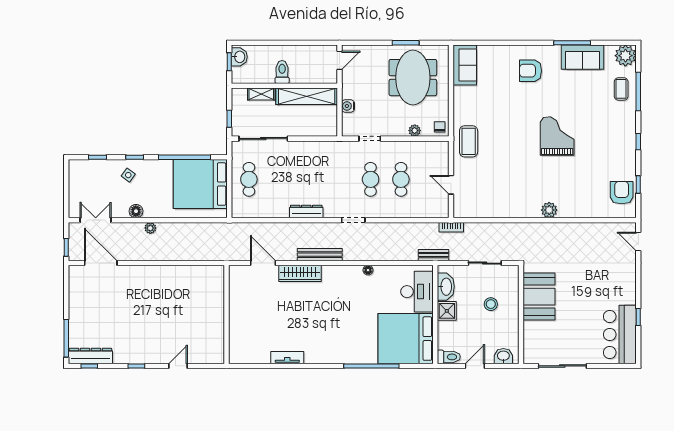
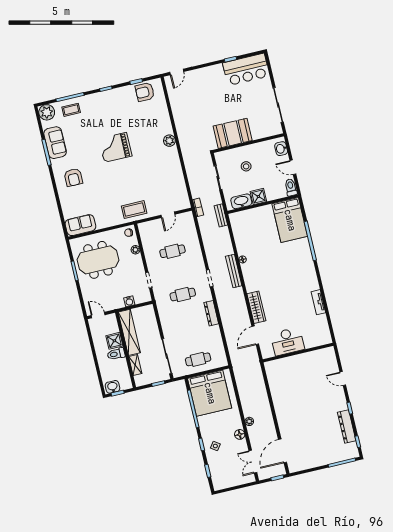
shower: (300, 74) -> (114, 341), added
cafe table: (371, 179) -> (183, 295), moved
bench: (320, 255) -> (234, 271), moved
desk: (417, 292) -> (287, 341), moved, turned 180
bed: (406, 339) -> (290, 220), width x0.73
dresser: (90, 356) -> (347, 427), moved

